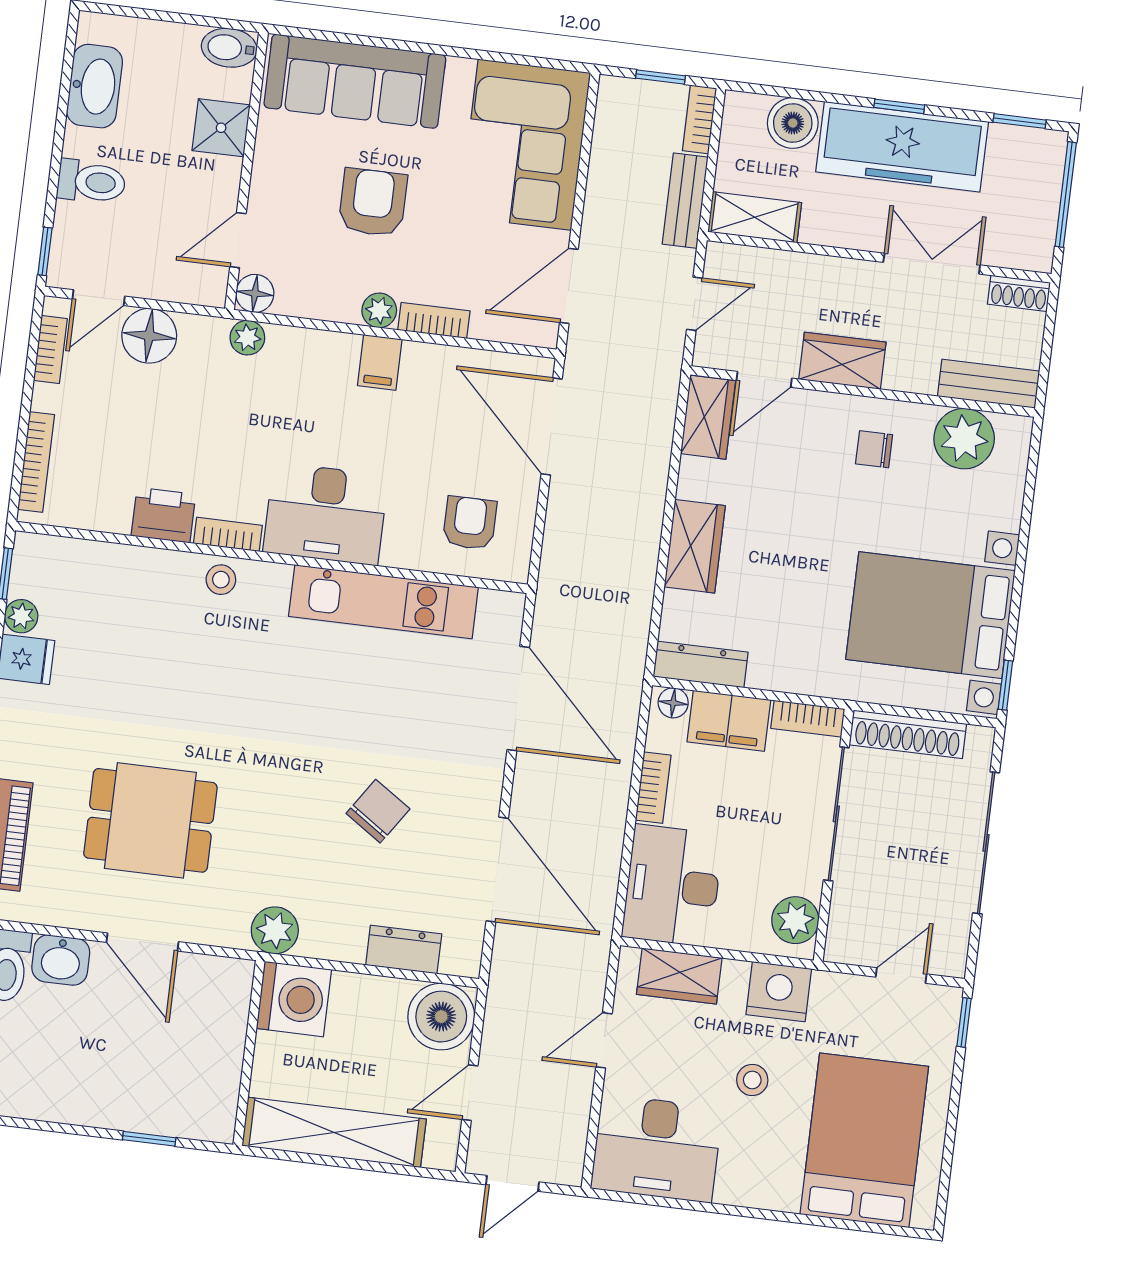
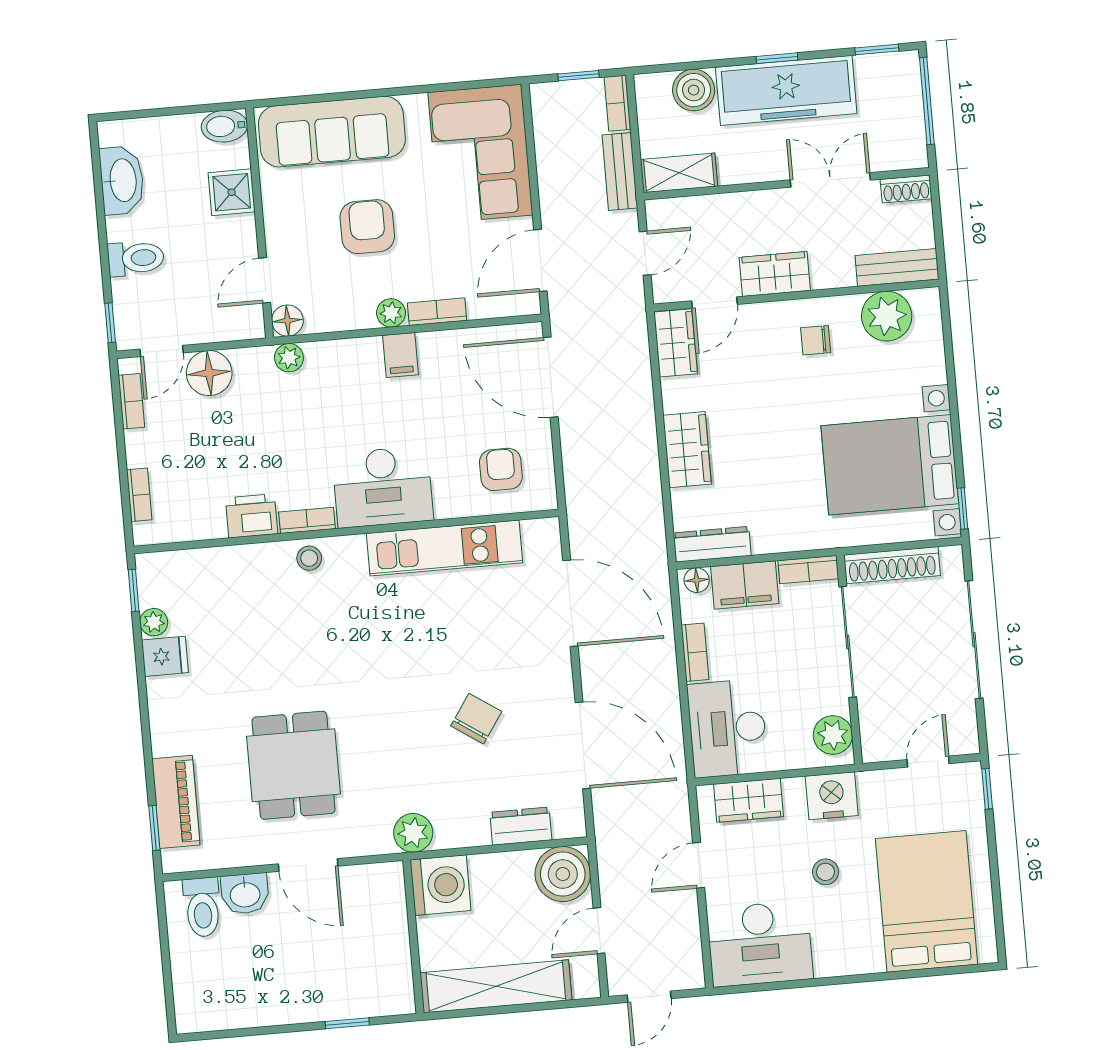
bookcase: (36, 462) -> (139, 495), width x0.64
dining table: (150, 820) -> (294, 765), turned 90

